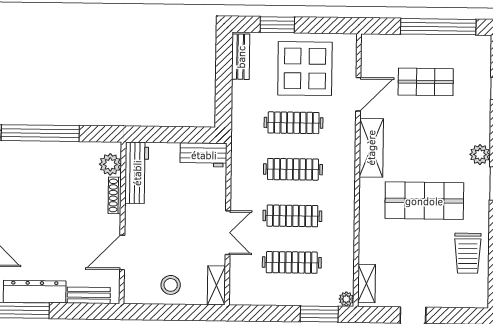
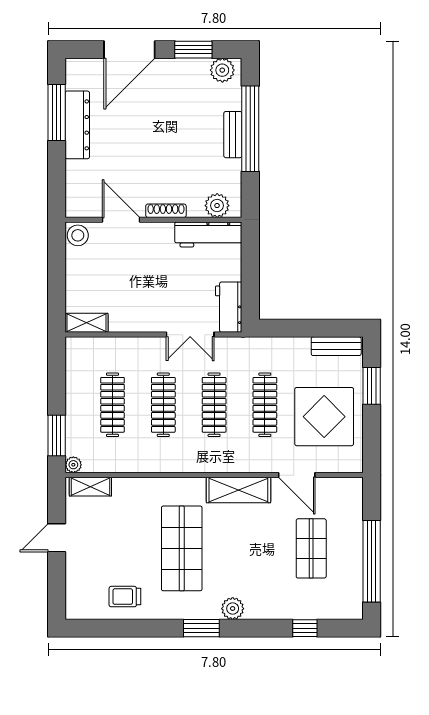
shoe rack: (115, 195) -> (166, 211), moved
double door: (228, 233) -> (190, 335), moved
trolley: (468, 253) -> (125, 597), width x0.73, depth x0.72
stool: (171, 285) -> (78, 235), moved
bench: (89, 295) -> (233, 135), moved

